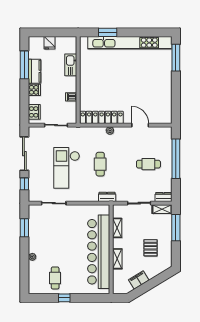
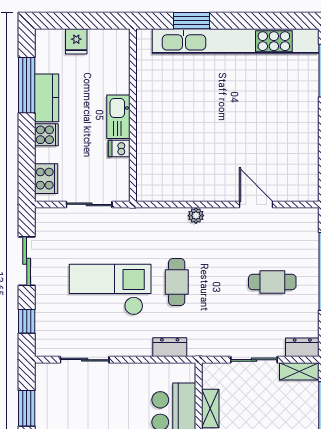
kitchen sink: (71, 65) -> (118, 117), moved
locker: (102, 117) -> (180, 189), removed
sliding door: (24, 154) -> (27, 261), width x0.73
checkout: (67, 168) -> (110, 290), turned 90
dresser: (107, 197) -> (170, 347), moved

